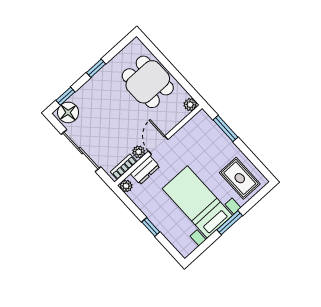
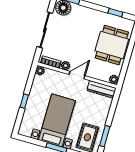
window: (96, 68) -> (115, 13), moved
window: (226, 129) -> (105, 136), moved
dresser: (145, 170) -> (101, 89), moved, width x1.44

